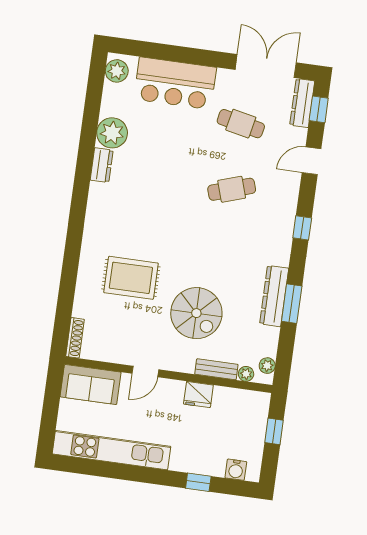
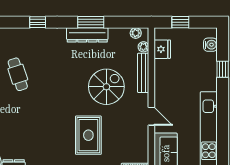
bench: (216, 369) -> (143, 73), width x1.36
fridge: (198, 395) -> (162, 49), moved

